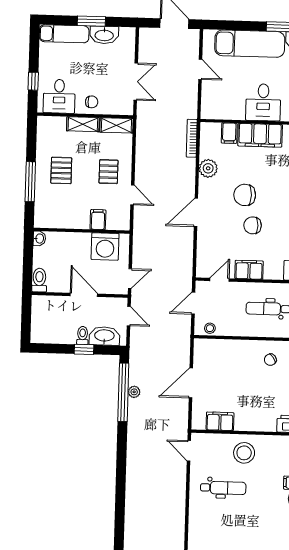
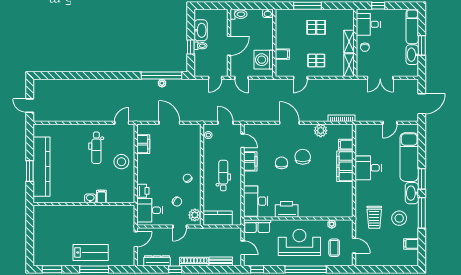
washbasin: (104, 336) -> (201, 30), moved

